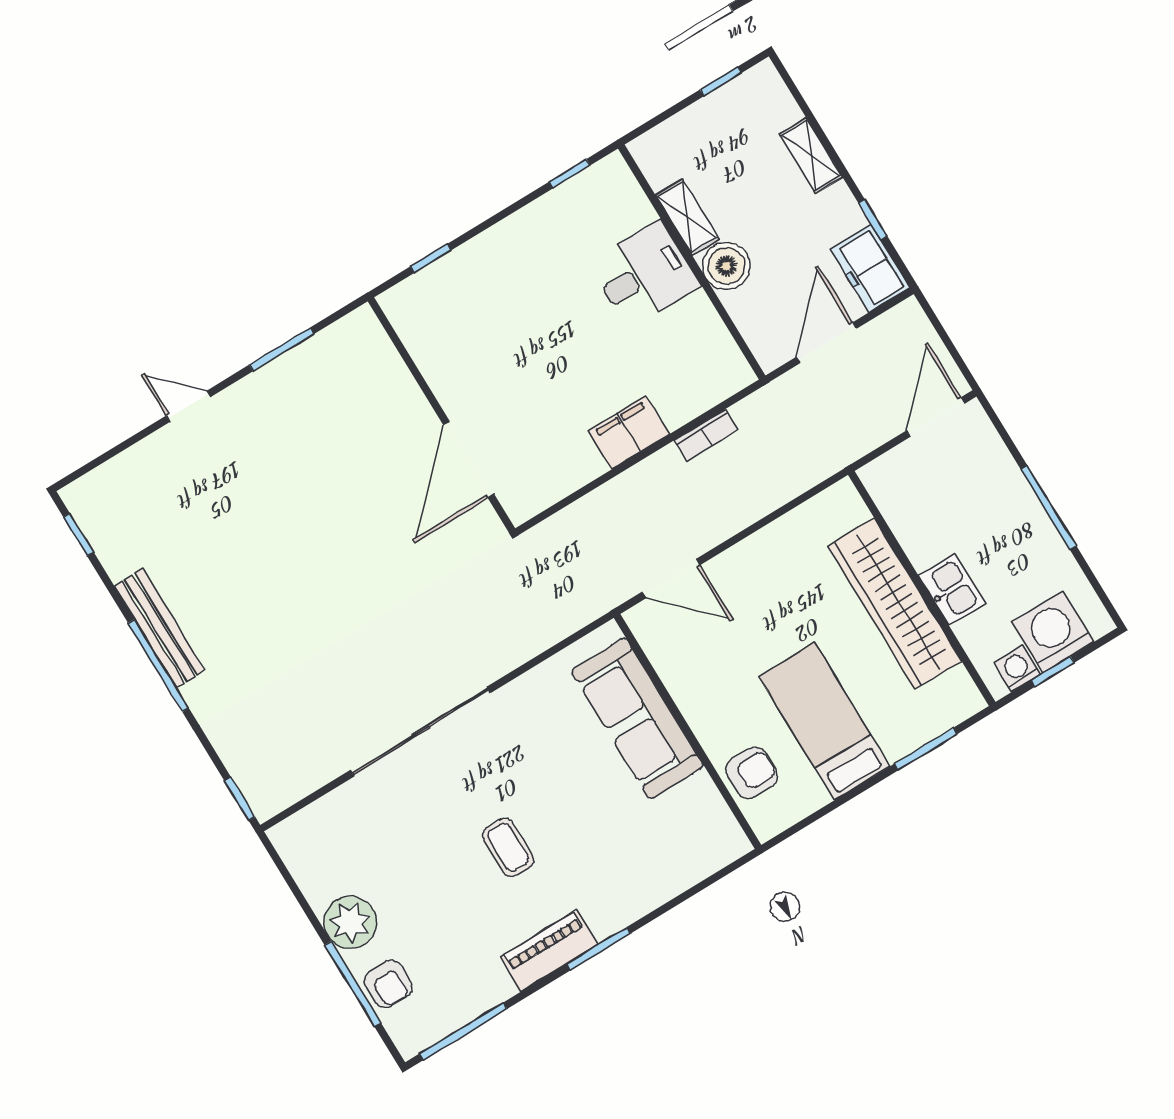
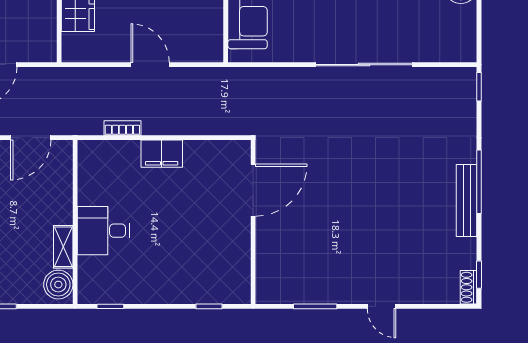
boiler: (726, 266) -> (58, 285), moved
shoe rack: (82, 508) -> (468, 287), added
door: (671, 578) -> (150, 65), moved

